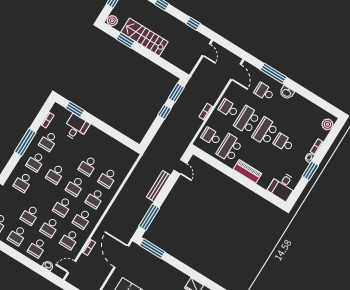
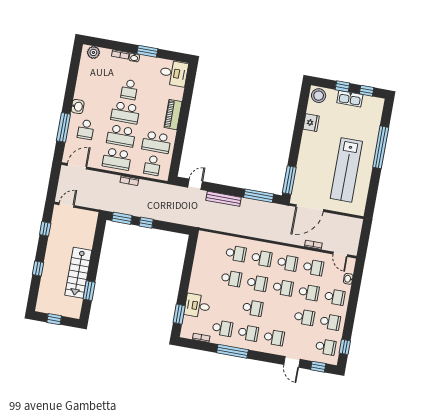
plant: (112, 21) -> (75, 312), removed
school desk: (229, 108) -> (117, 159), width x1.85

